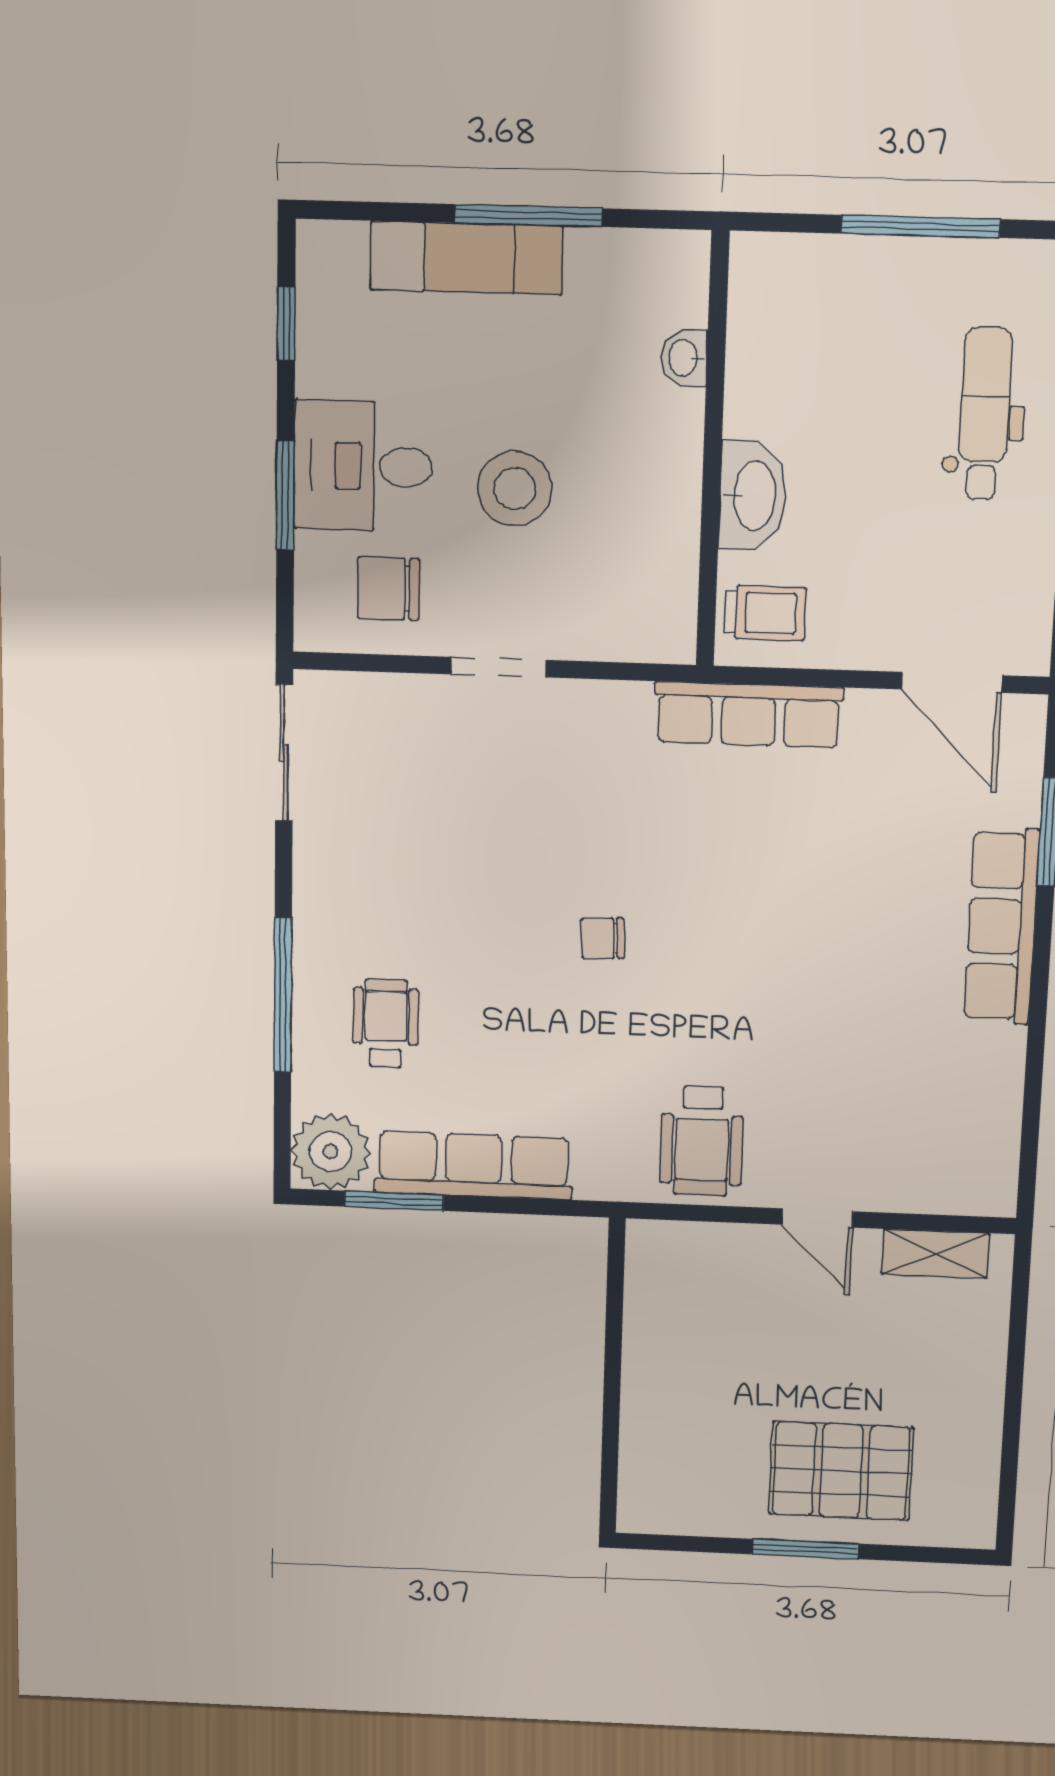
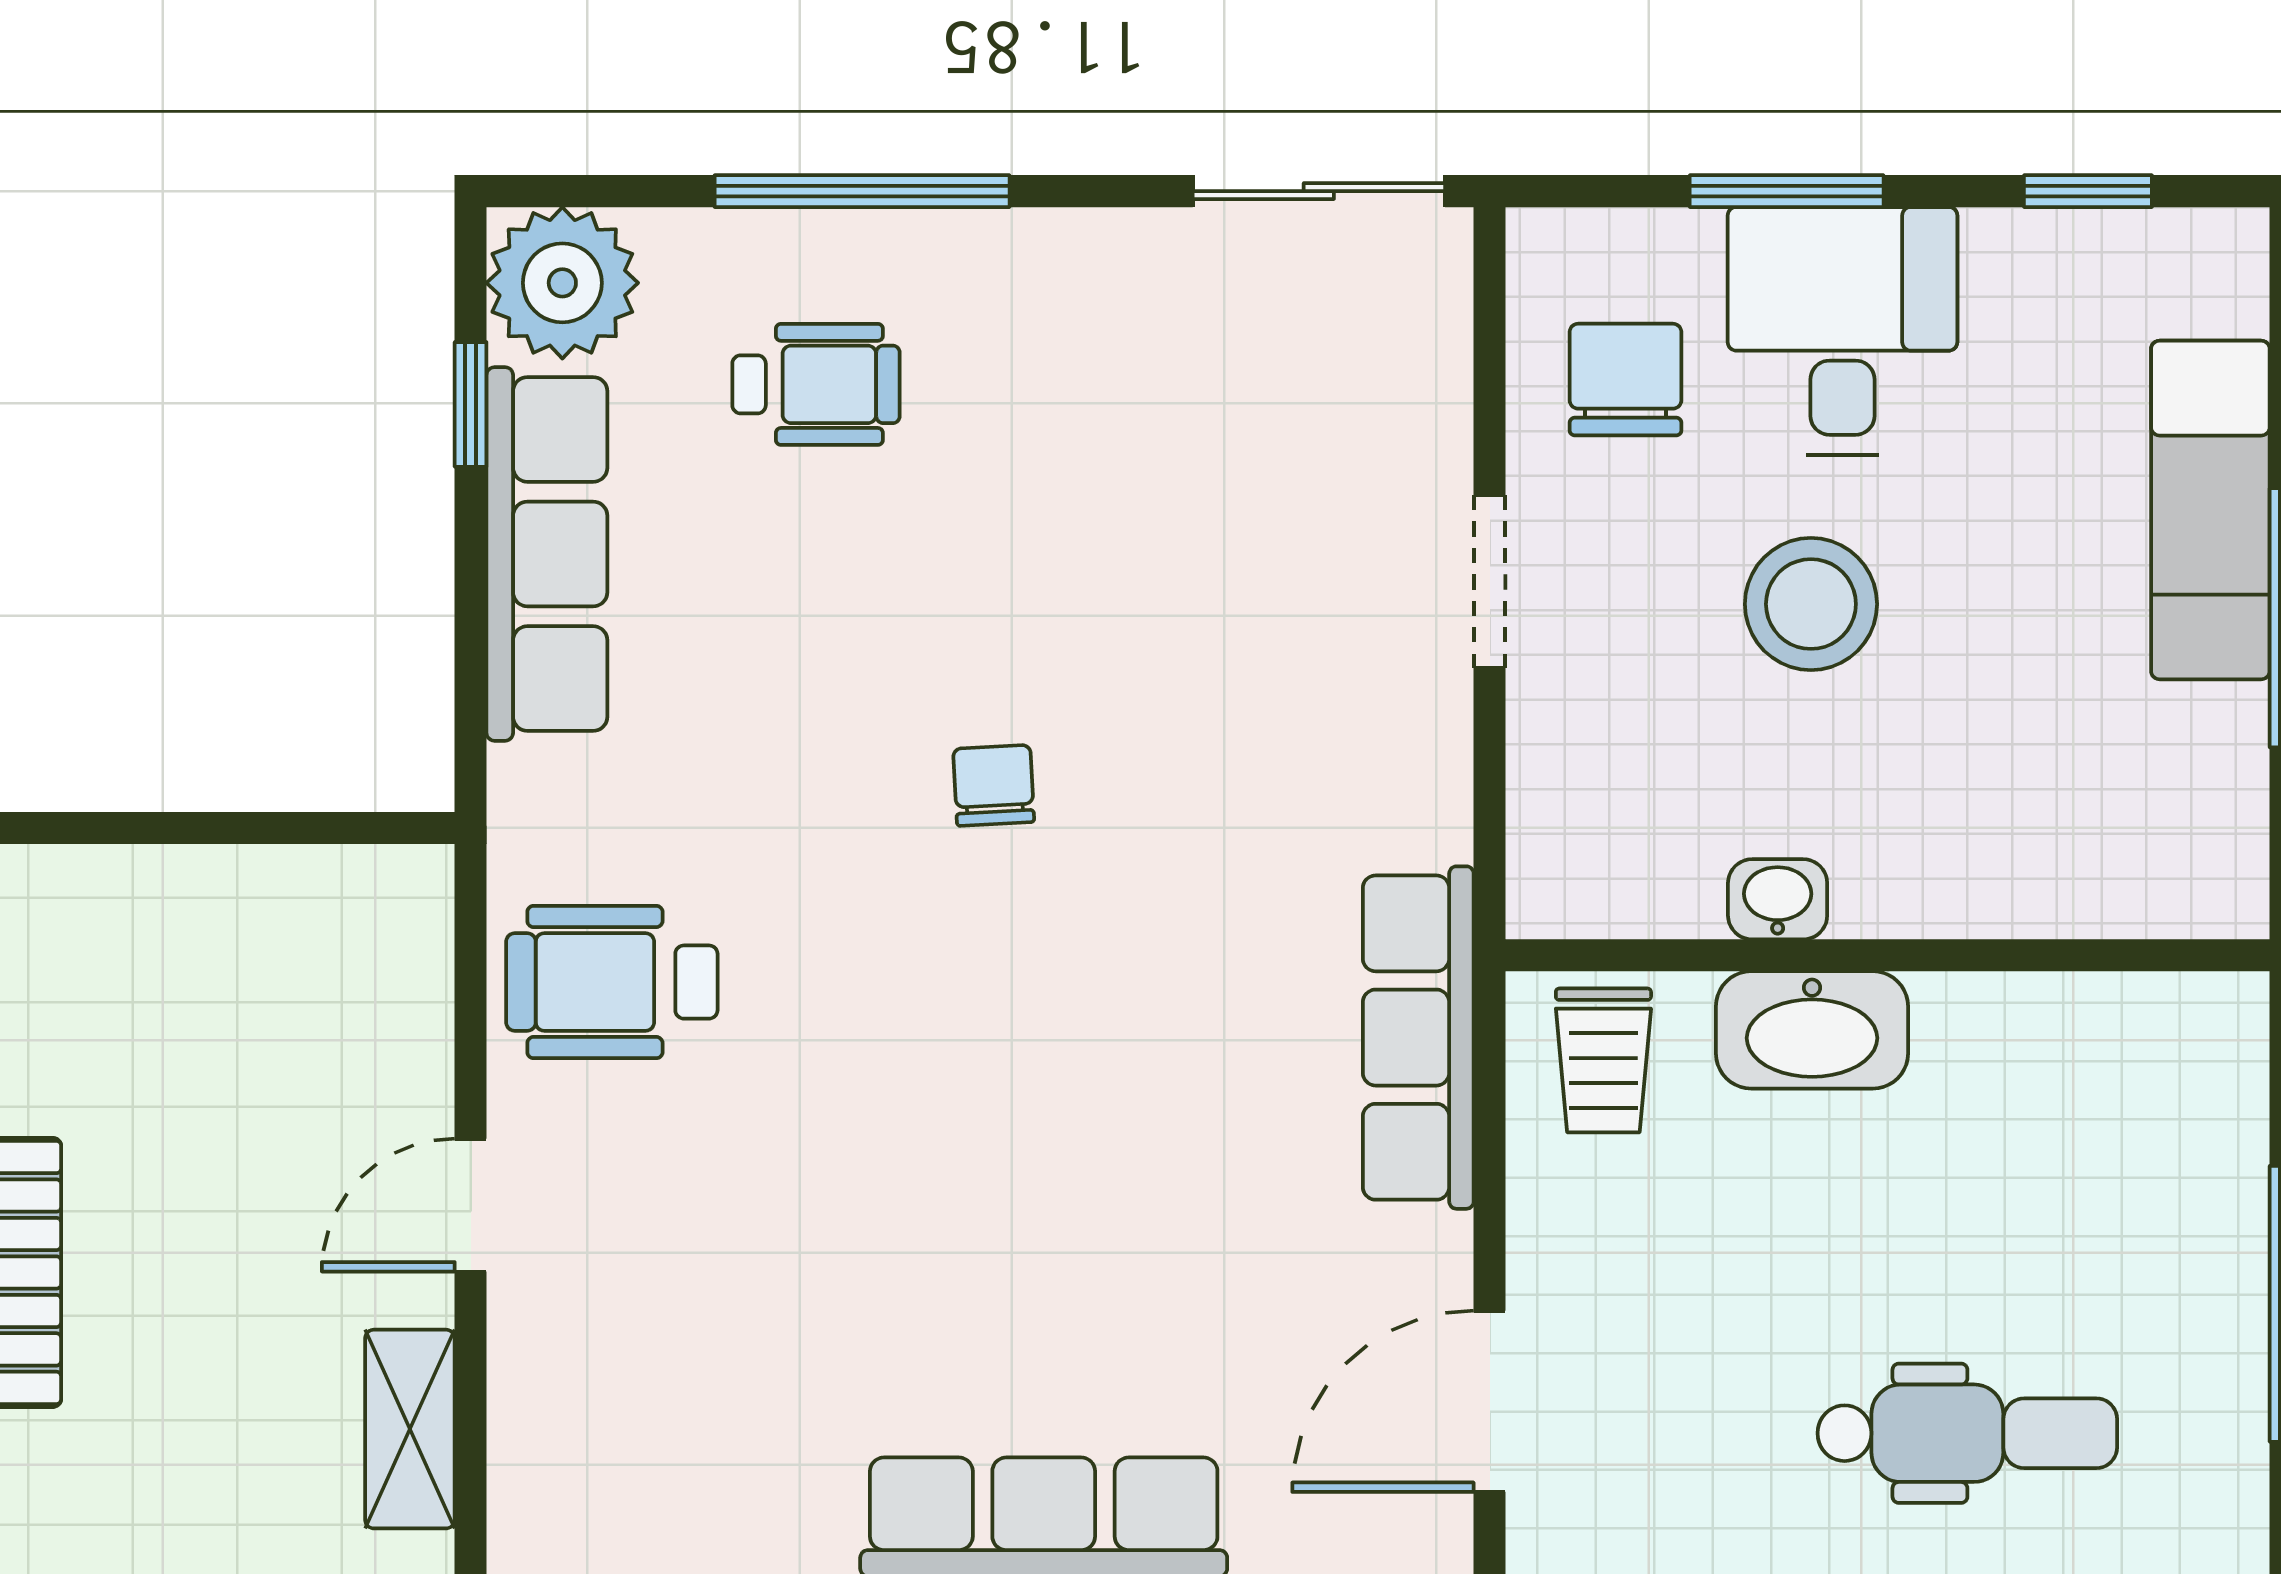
washbasin: (684, 358) -> (1778, 899), moved
window: (394, 1201) -> (471, 404), width x0.67

